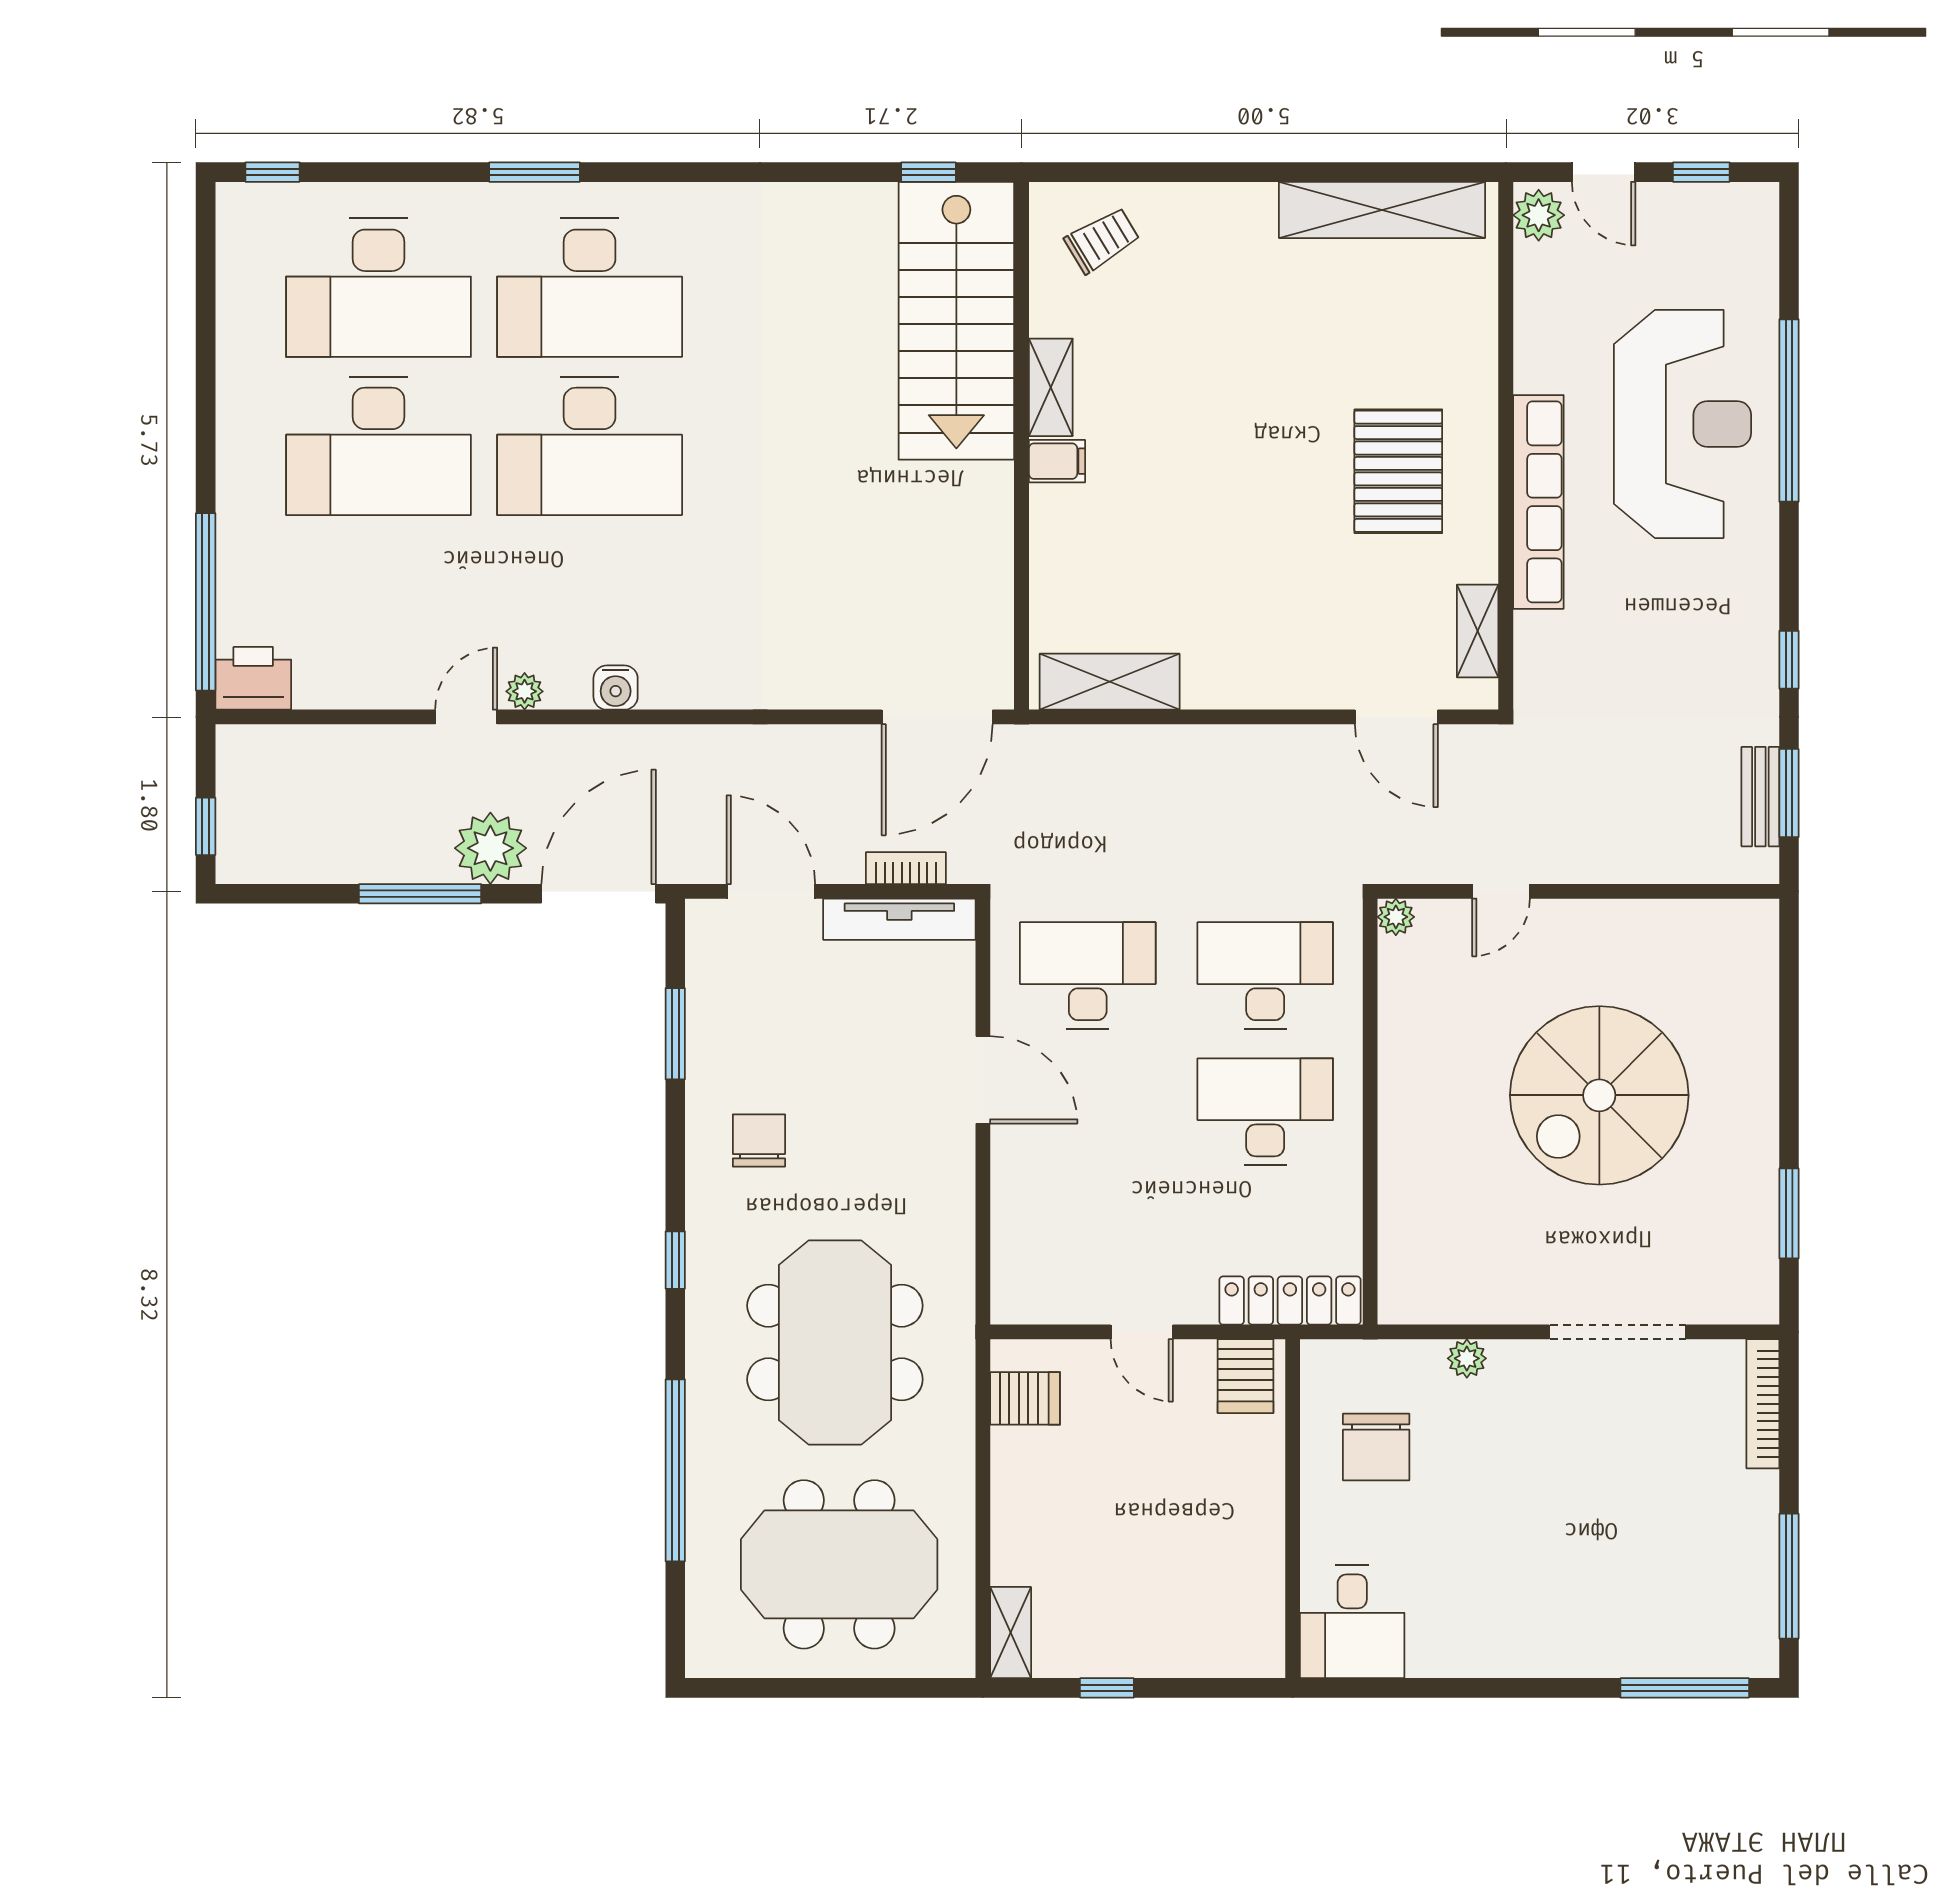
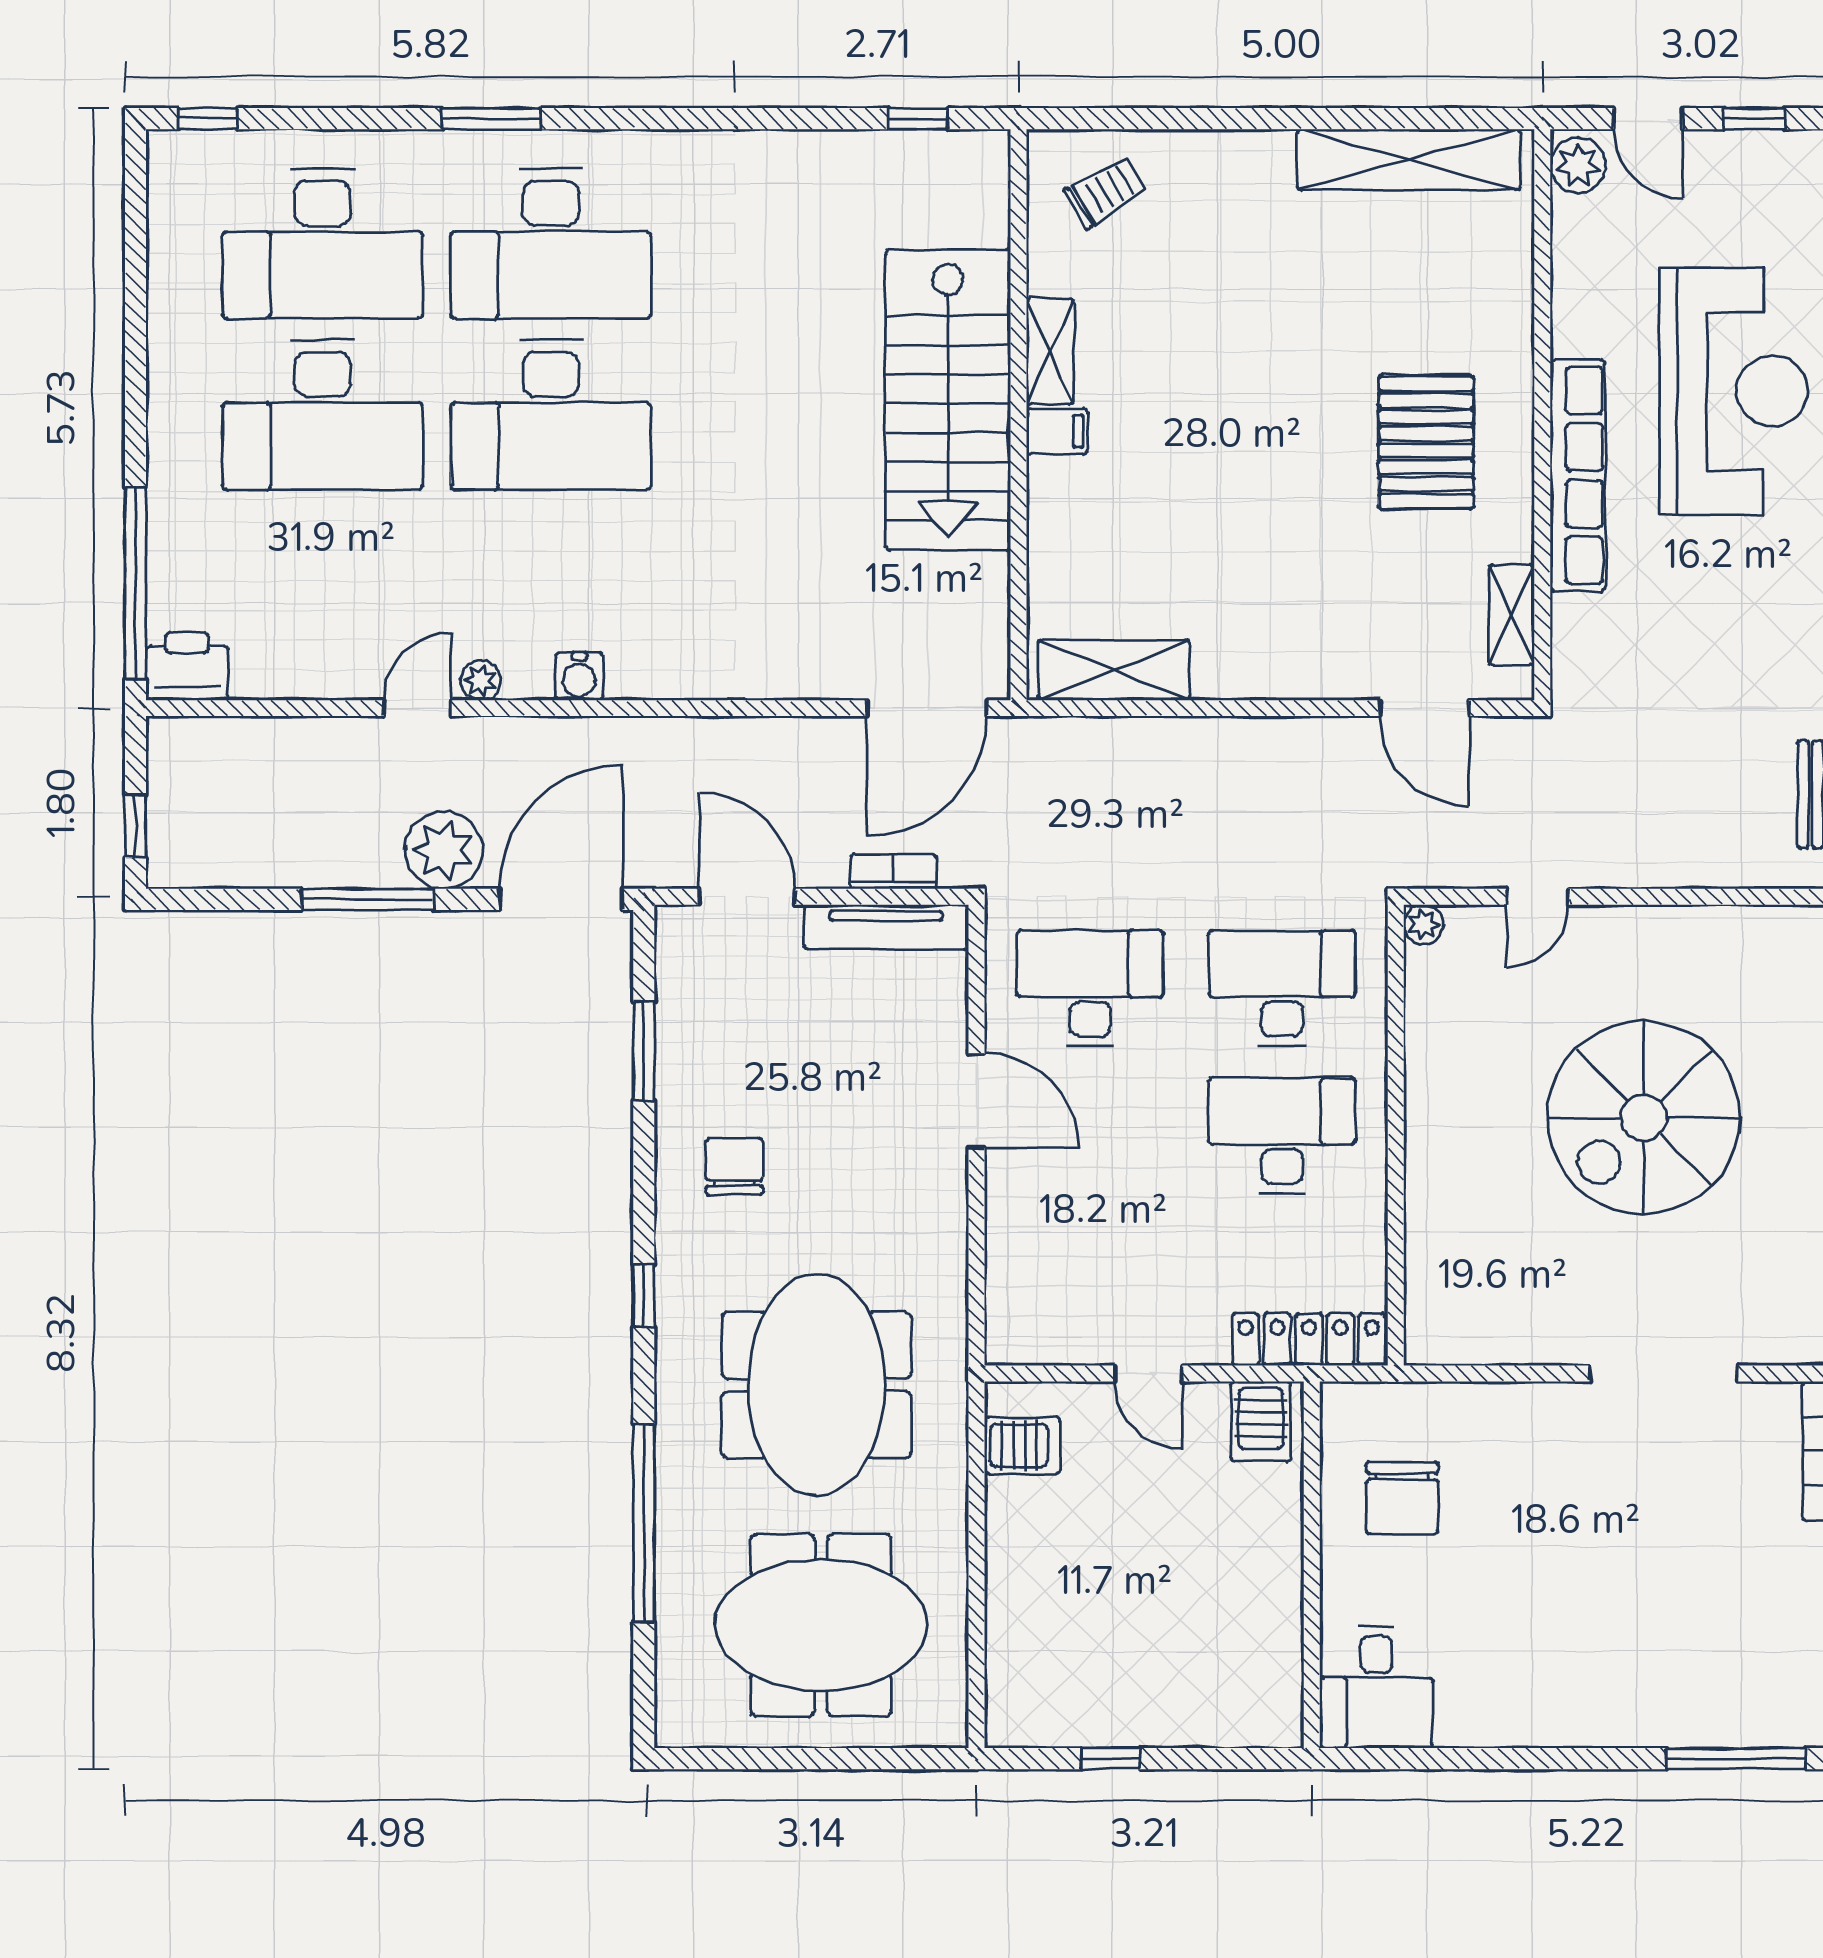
stairs: (956, 321) -> (948, 400), moved
plant: (1467, 1358) -> (1500, 1402), removed
shelving: (1011, 1633) -> (1007, 1699), removed

